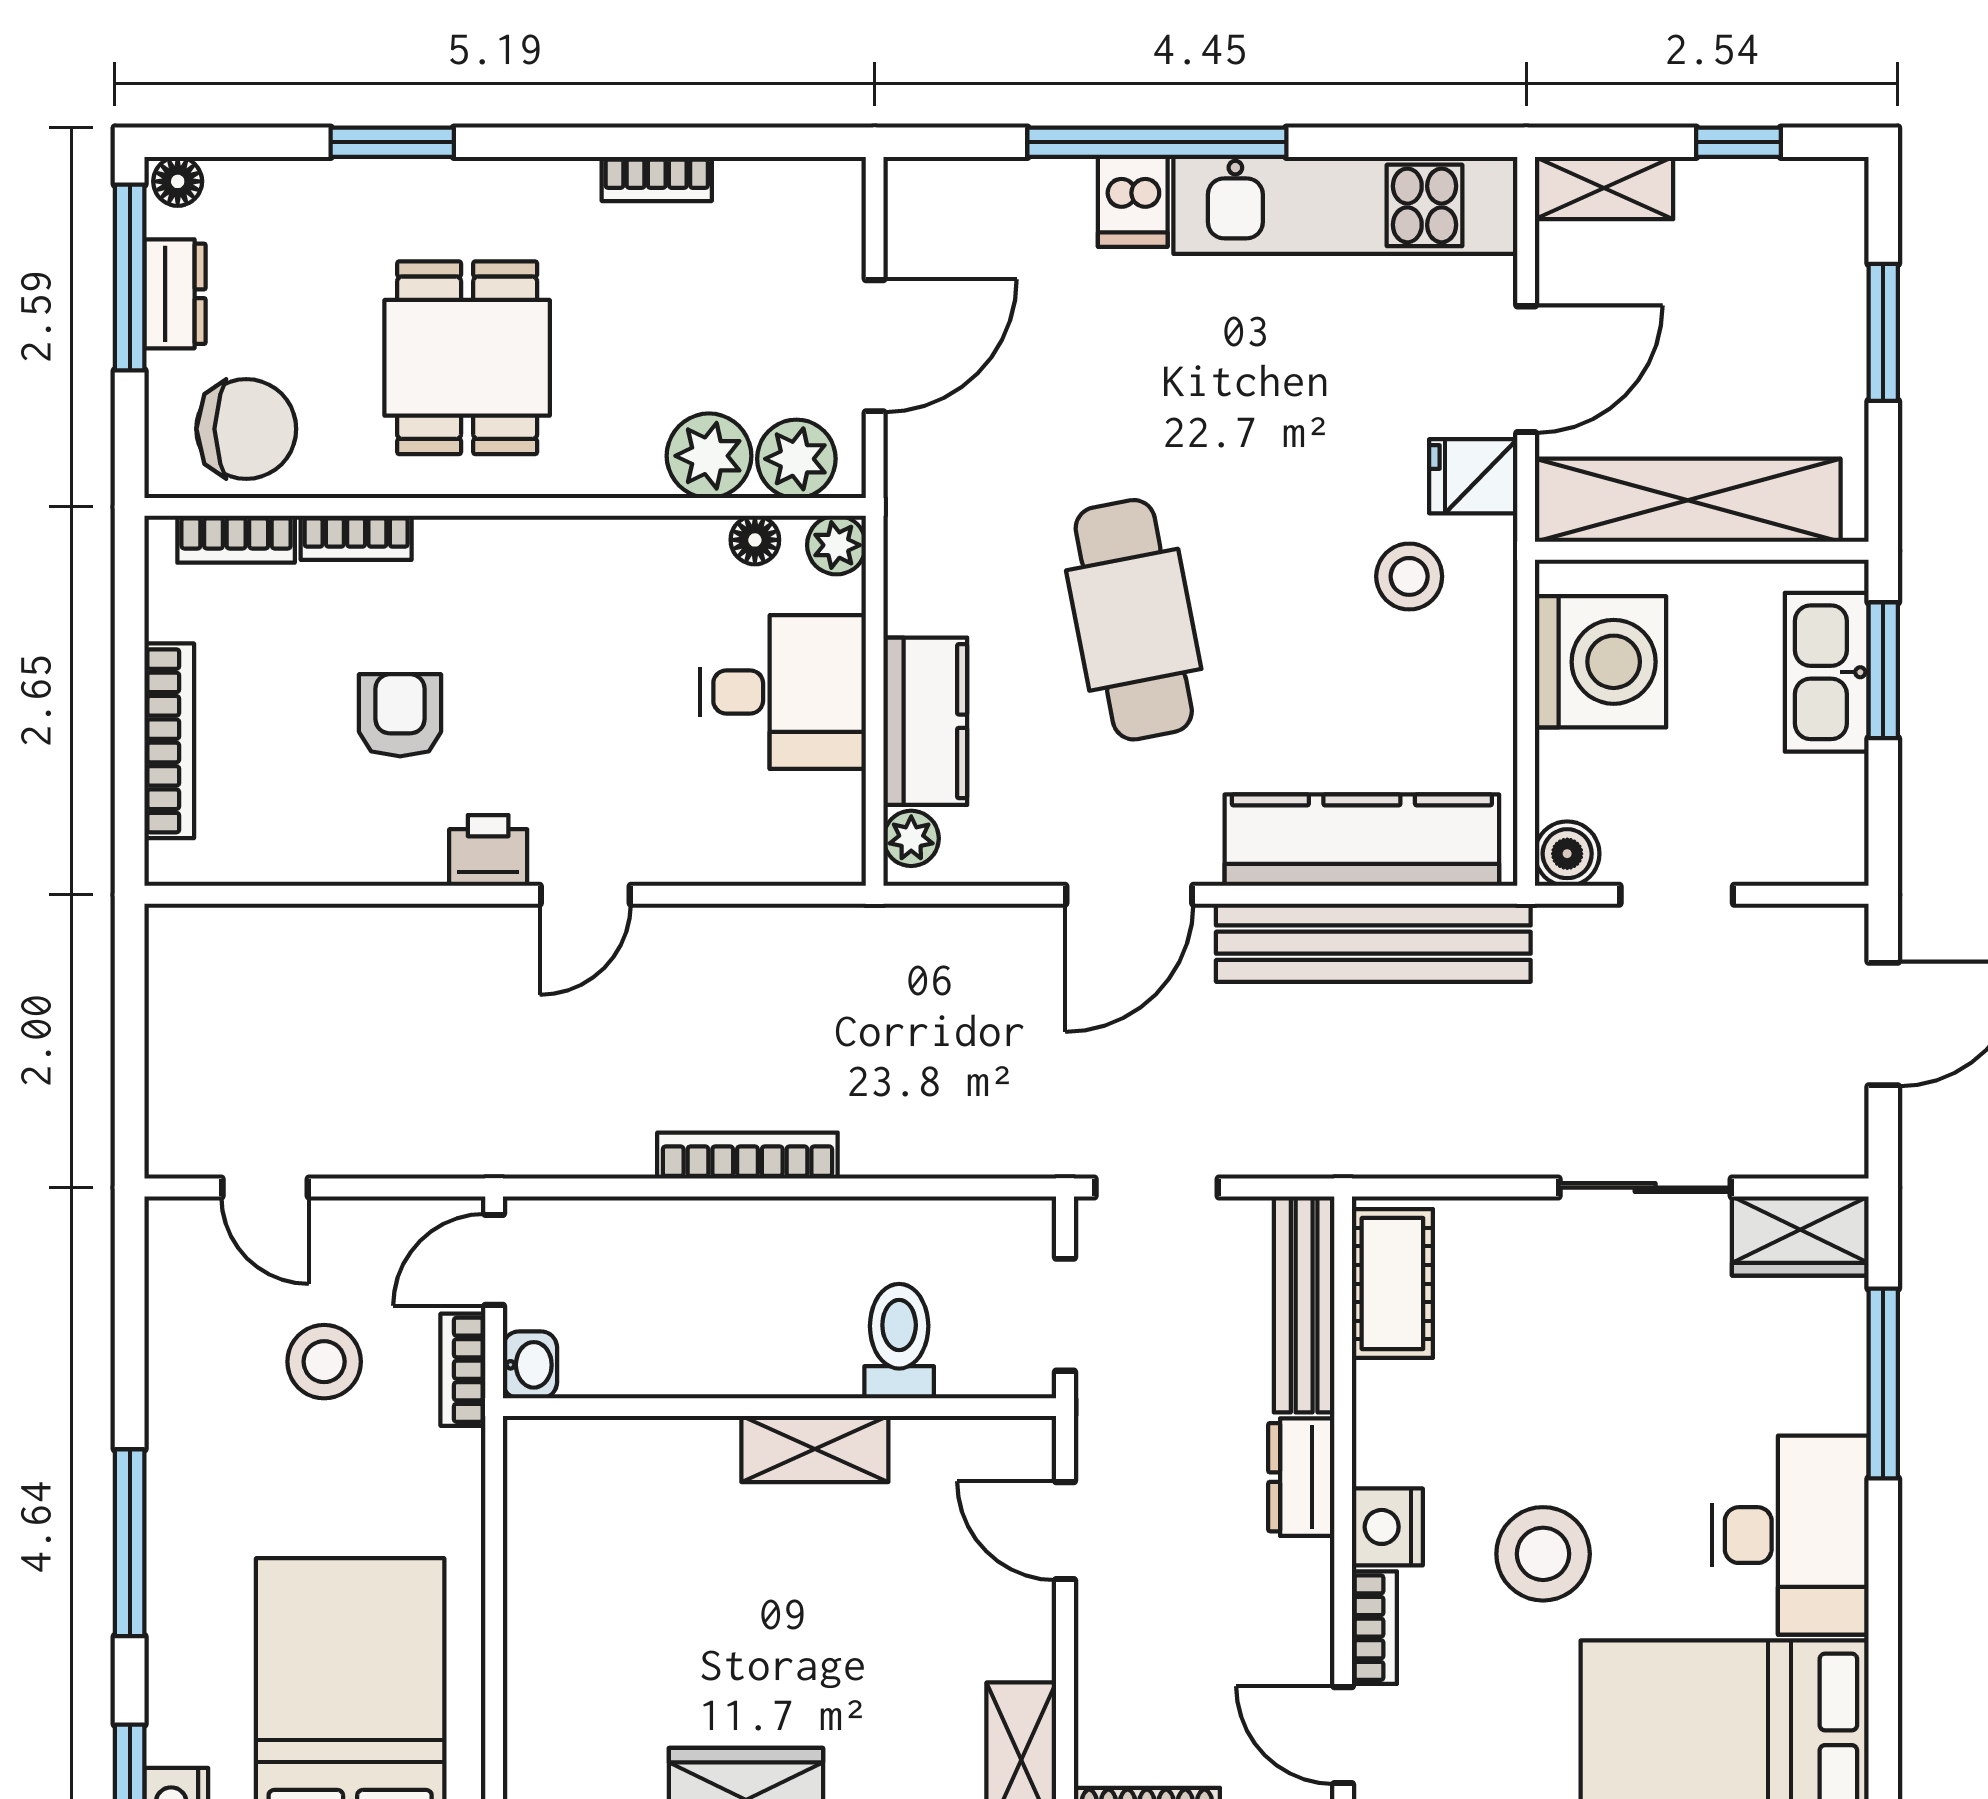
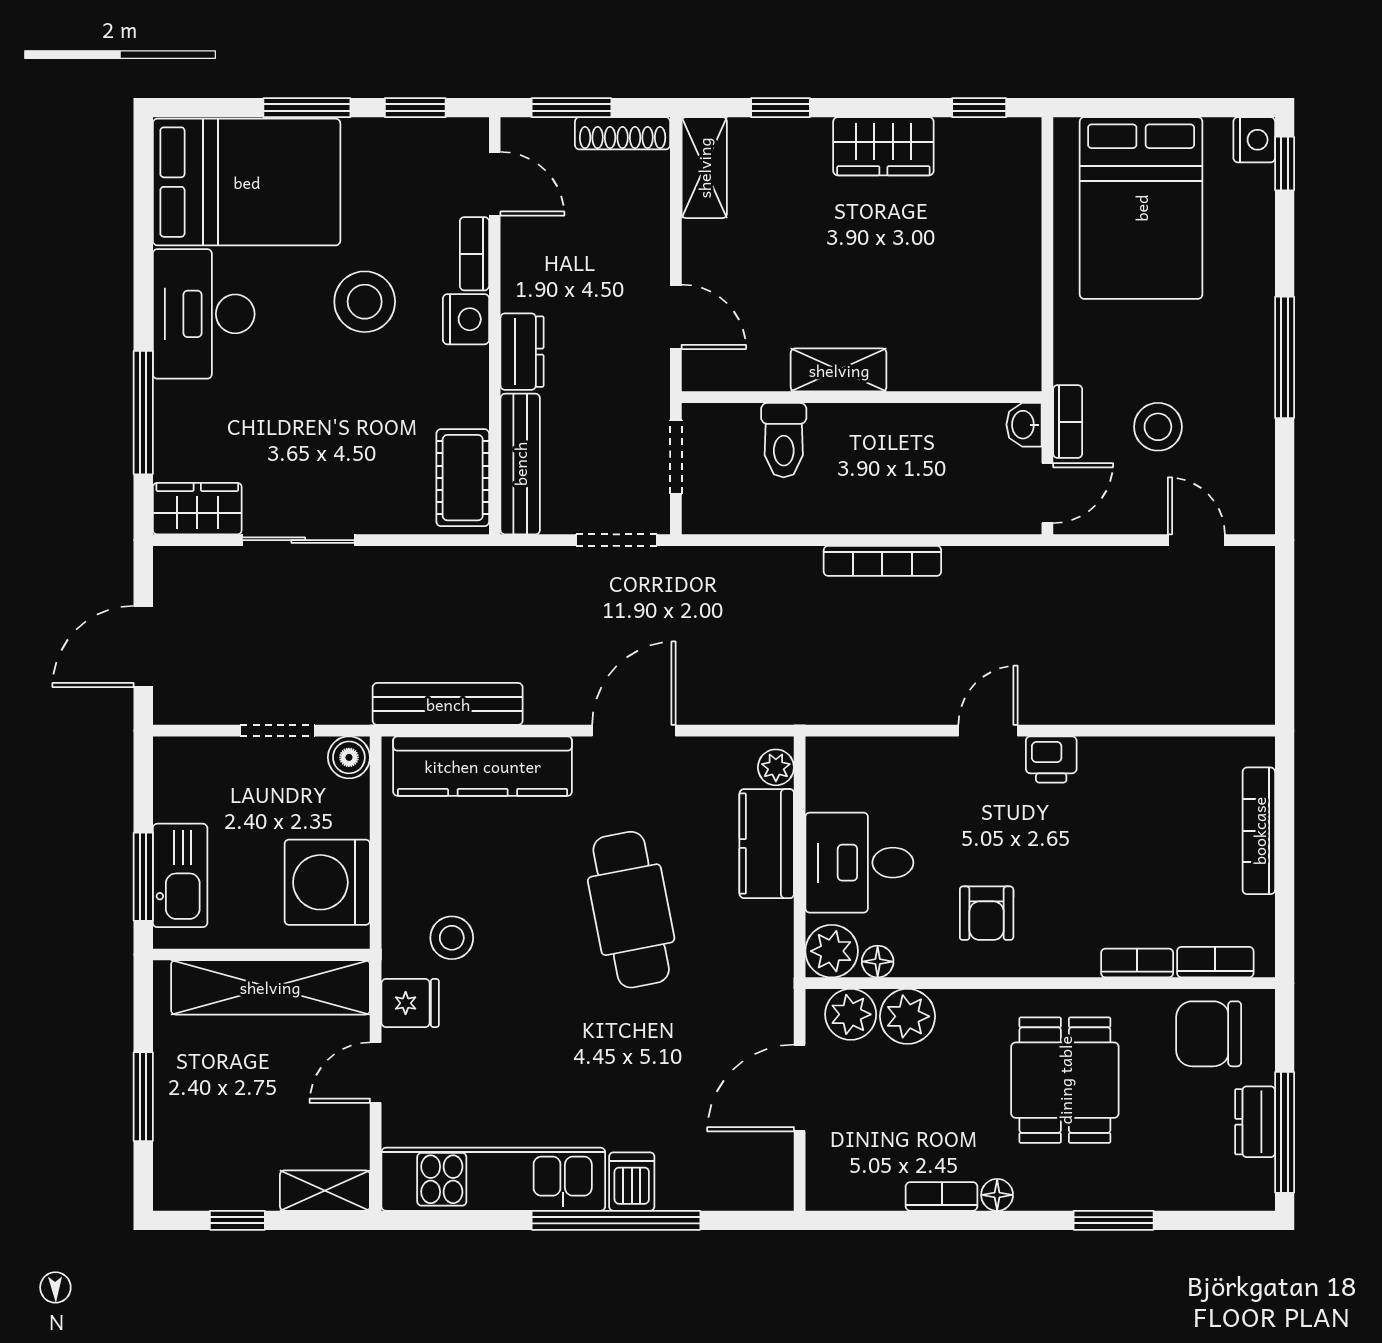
floor lamp: (178, 181) -> (997, 1195), moved
door: (1526, 369) -> (376, 1073), width x0.73
plant: (837, 545) -> (832, 951), width x1.38, depth x1.38
armchair: (400, 715) -> (987, 913), moved
bench: (1373, 943) -> (448, 704), width x0.73, depth x0.82
window: (130, 1543) -> (1285, 357), moved

